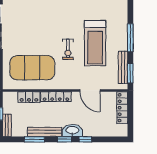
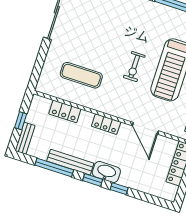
exercise mat: (32, 68) -> (81, 75), width x0.50, depth x0.69
locker: (56, 97) -> (106, 124), width x0.66
window: (34, 139) -> (54, 167), width x1.44

